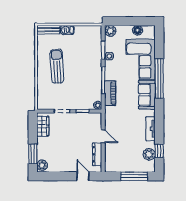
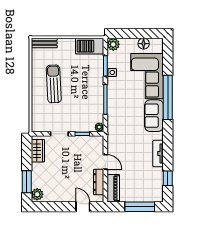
barbecue: (67, 30) -> (90, 46), moved, width x1.88, depth x1.53
piano: (110, 93) -> (113, 188), moved
plant: (149, 154) -> (157, 182), removed

